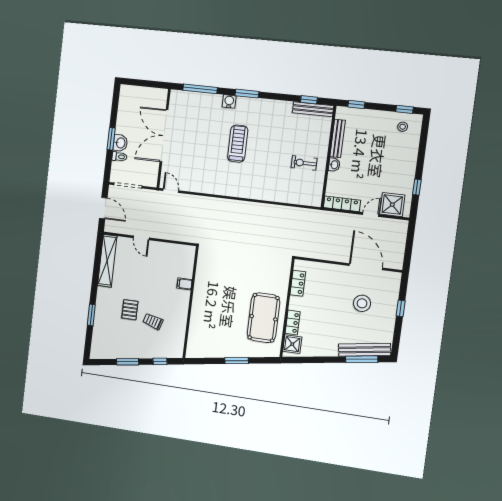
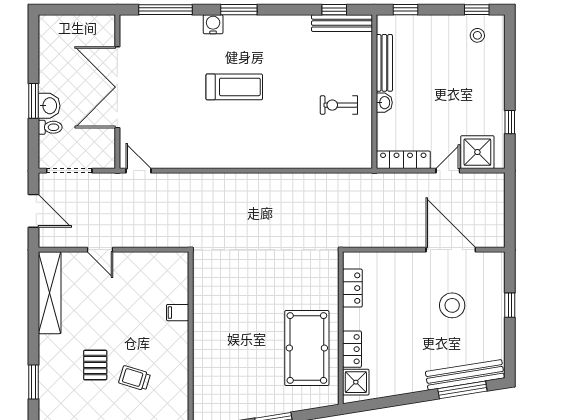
treadmill: (238, 144) -> (234, 87), turned 90

